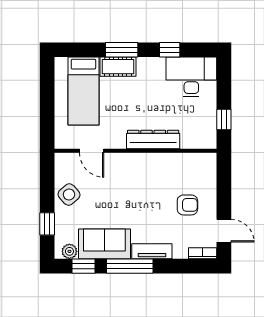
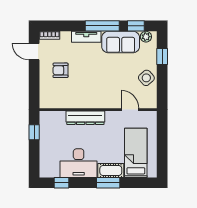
window: (170, 50) -> (62, 183), moved
desk: (191, 77) -> (79, 163), moved

